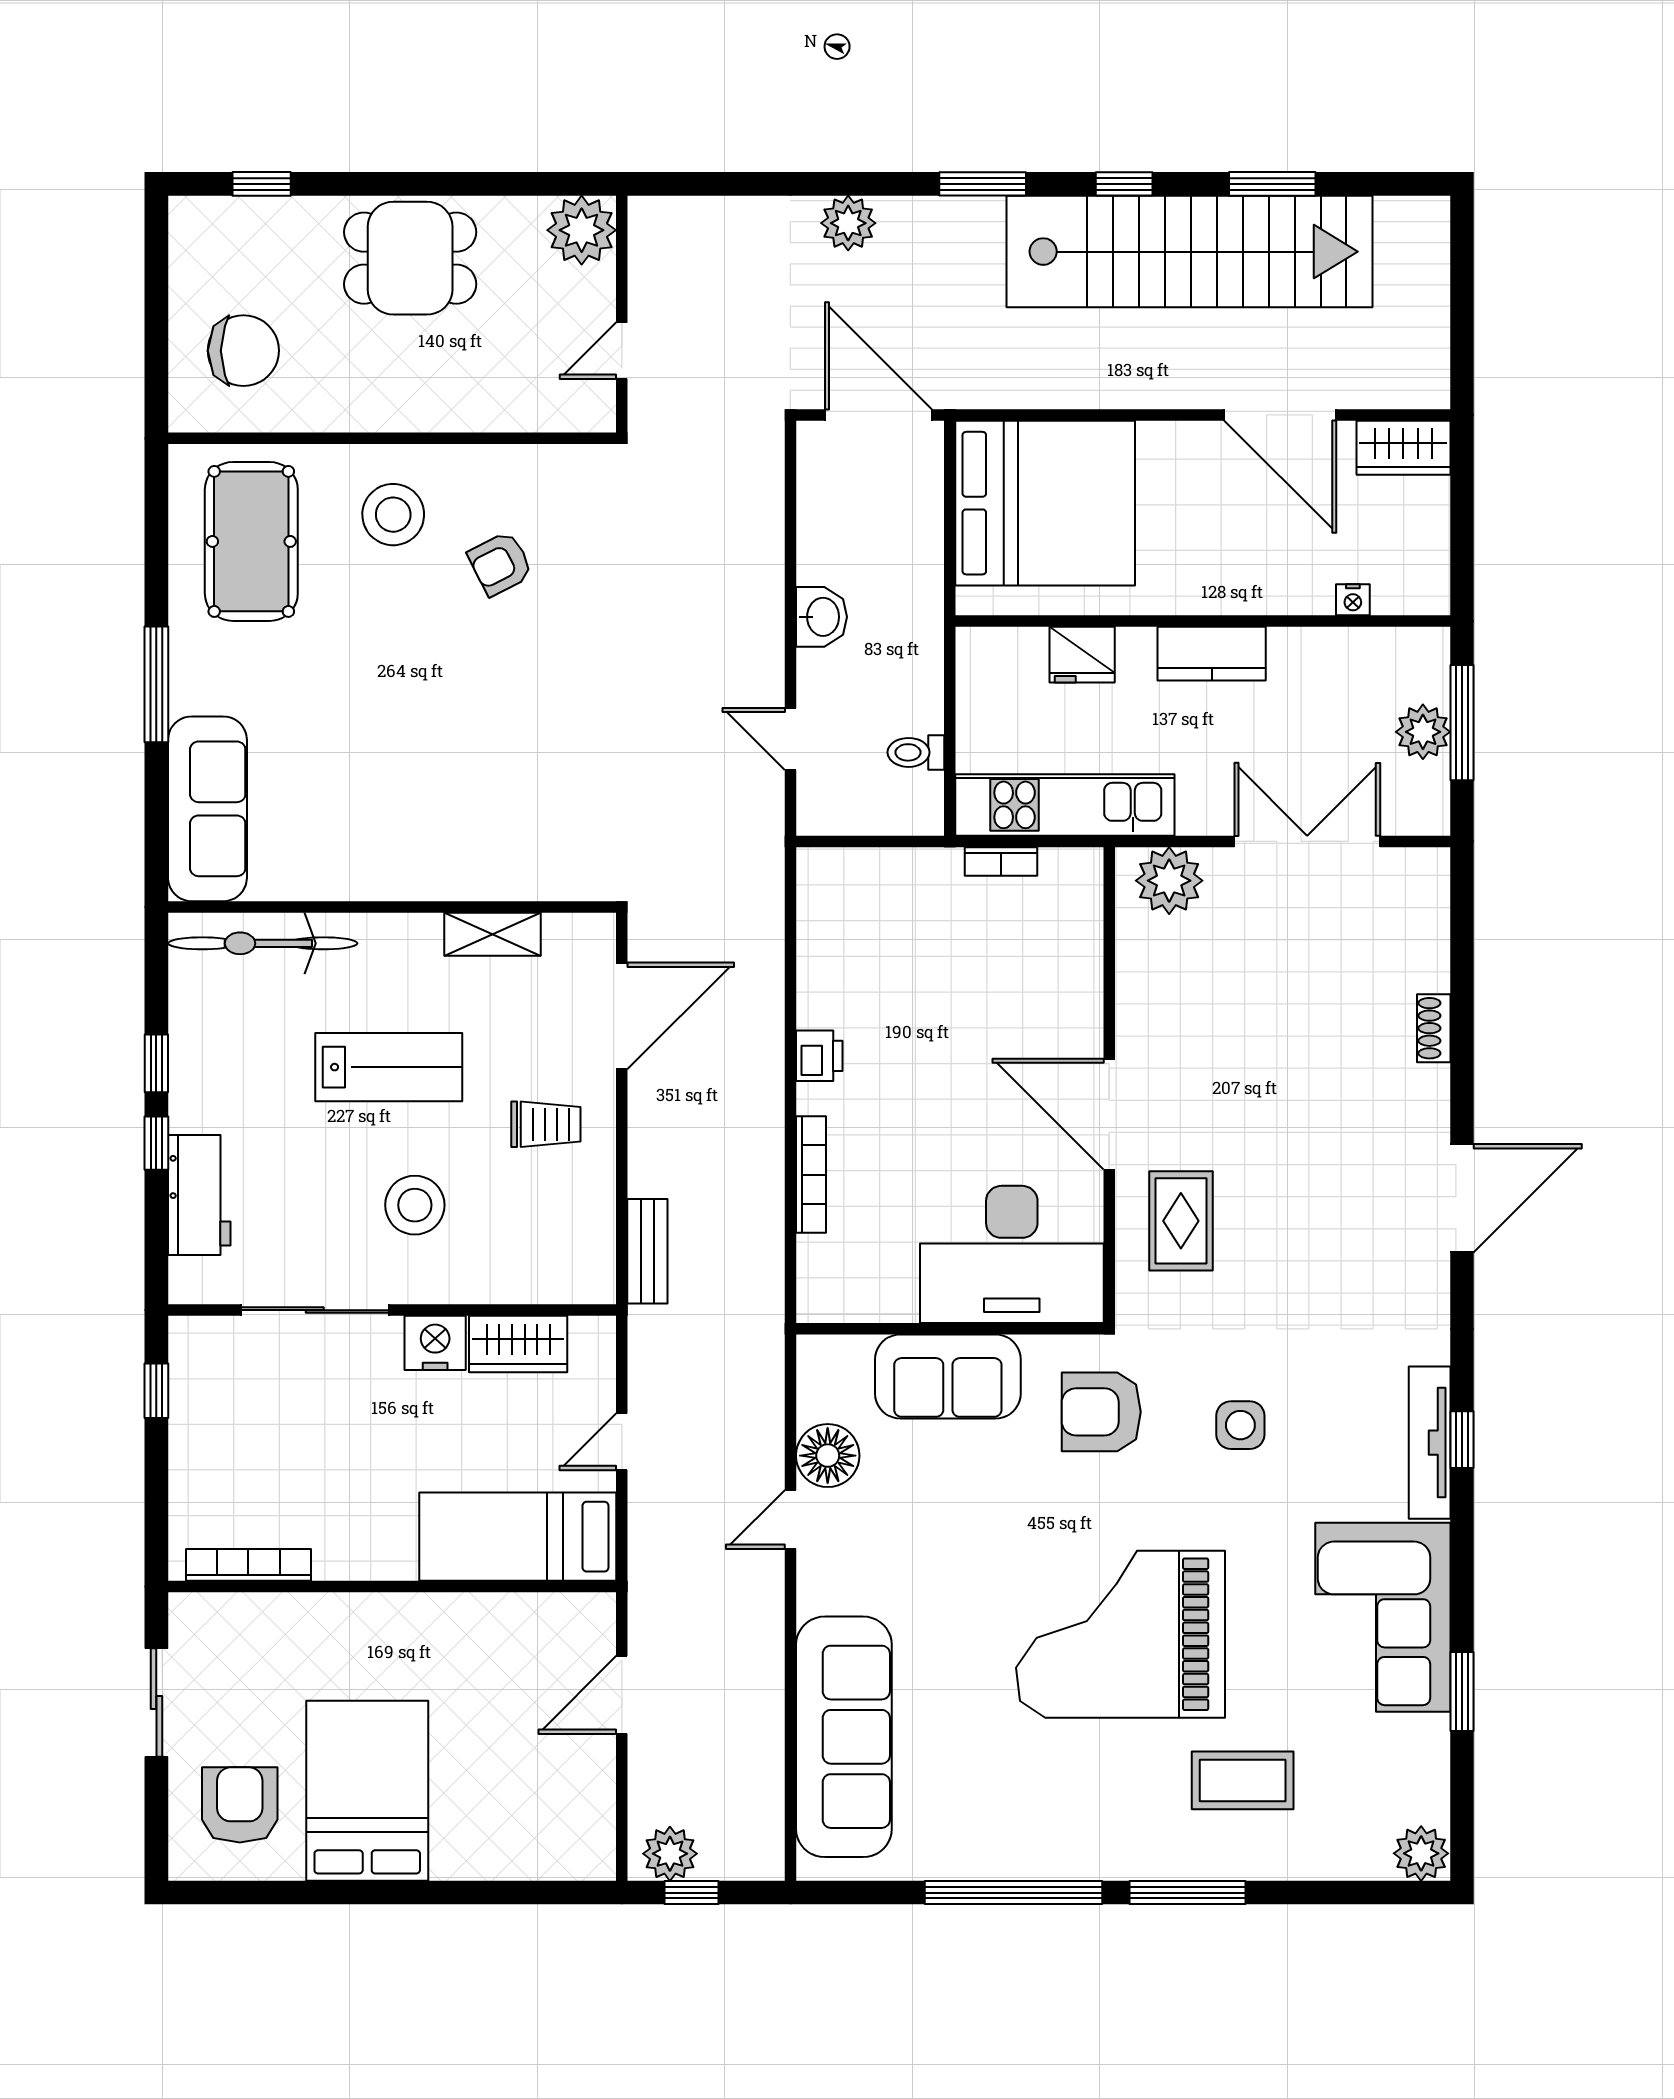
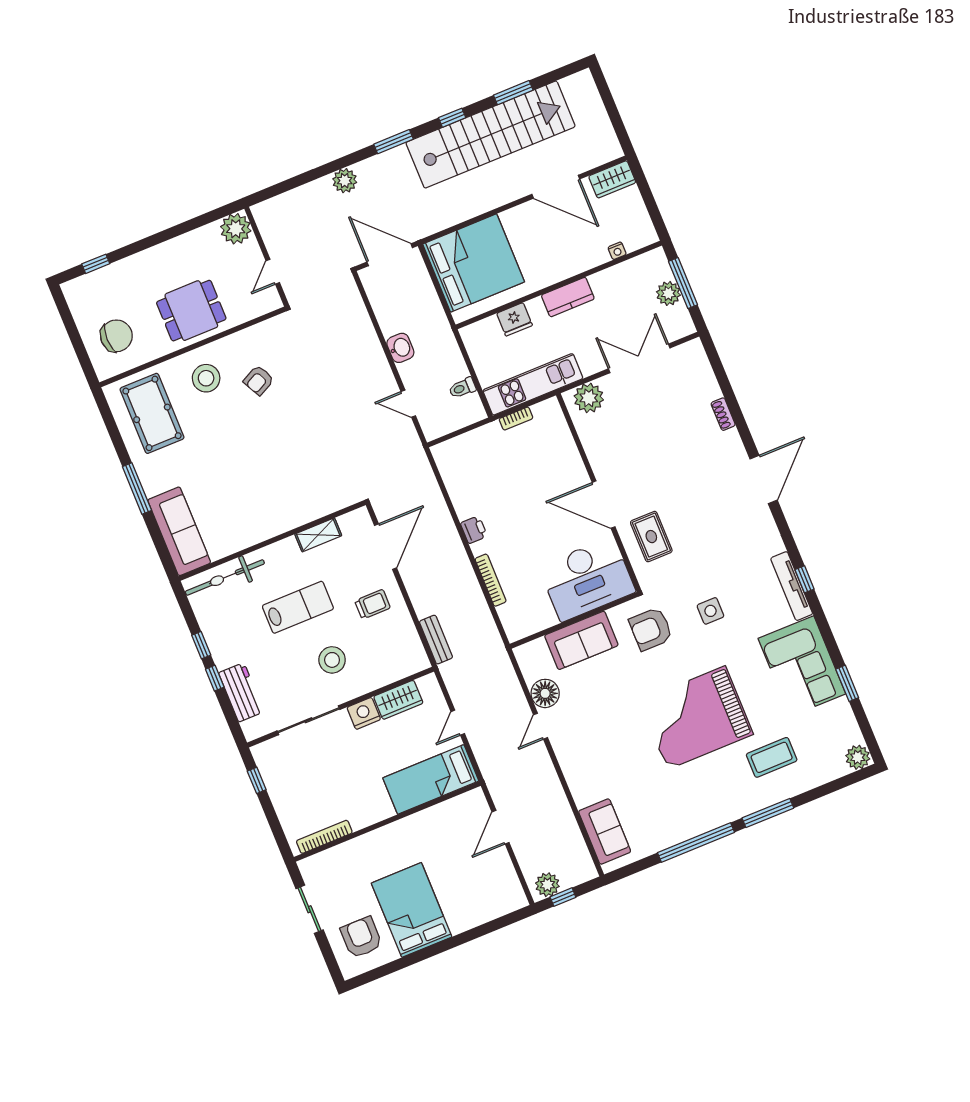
dining table: (410, 258) -> (191, 311), moved
sofa: (844, 1737) -> (605, 831), width x0.54, depth x0.79

